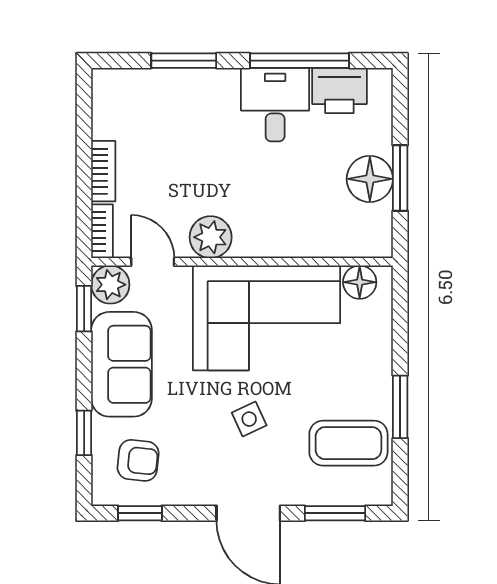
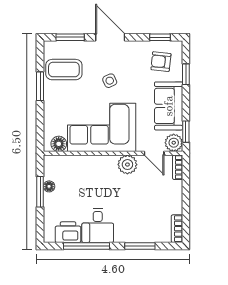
bookcase: (103, 171) -> (177, 229), moved
floor lamp: (370, 179) -> (49, 186), width x0.53, depth x0.53

